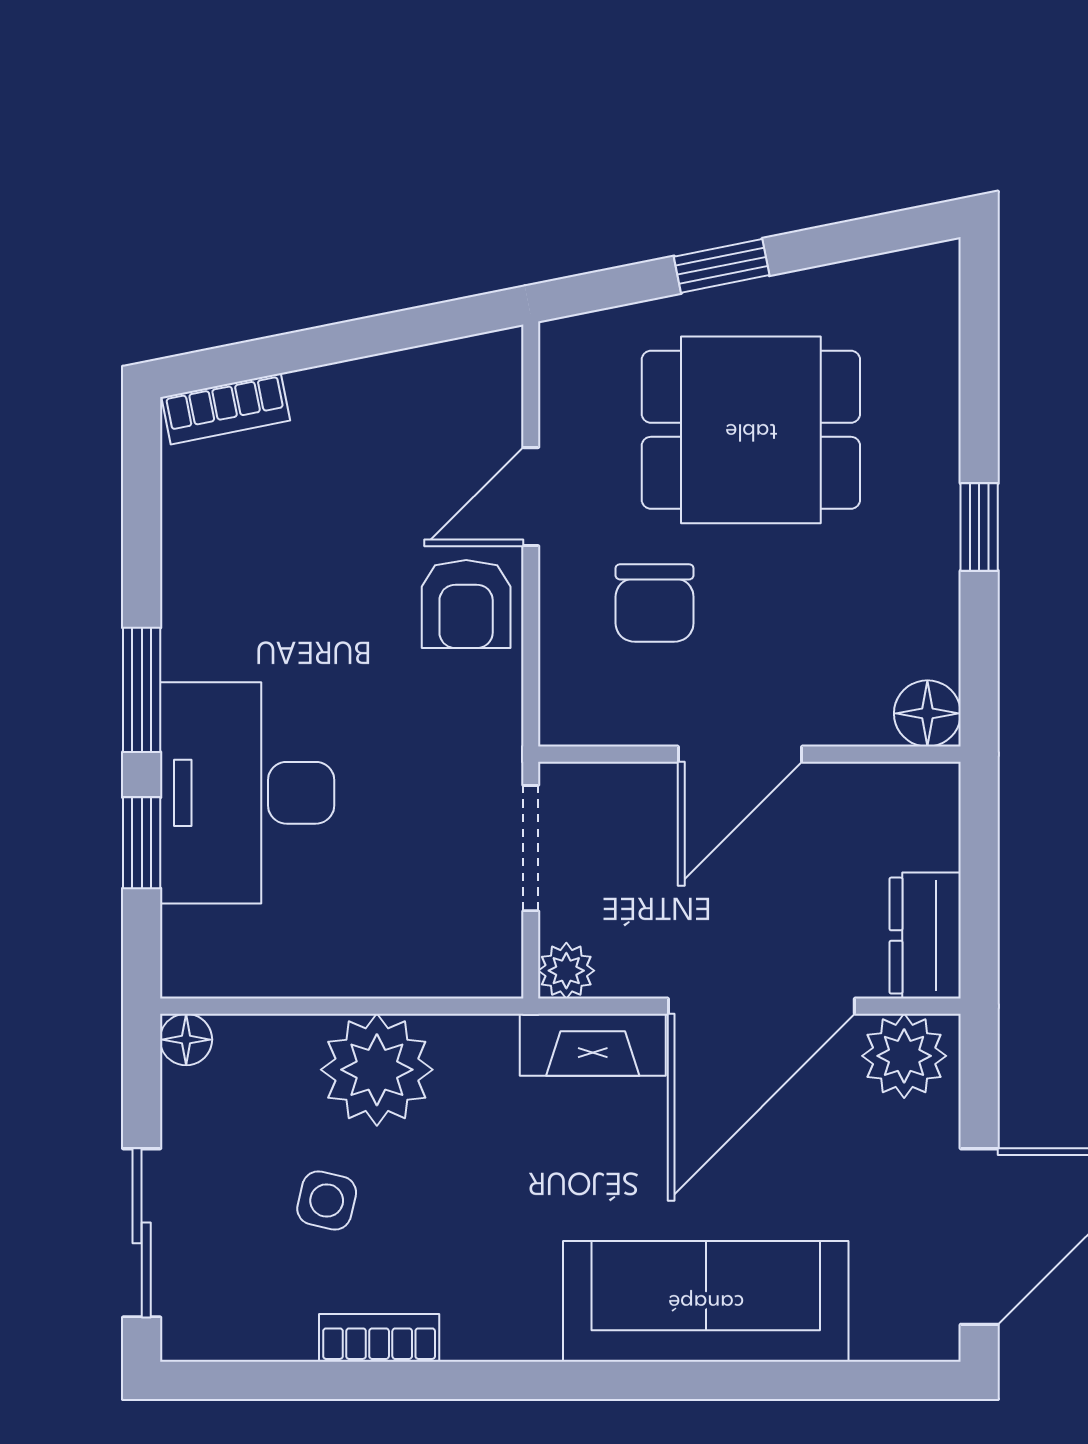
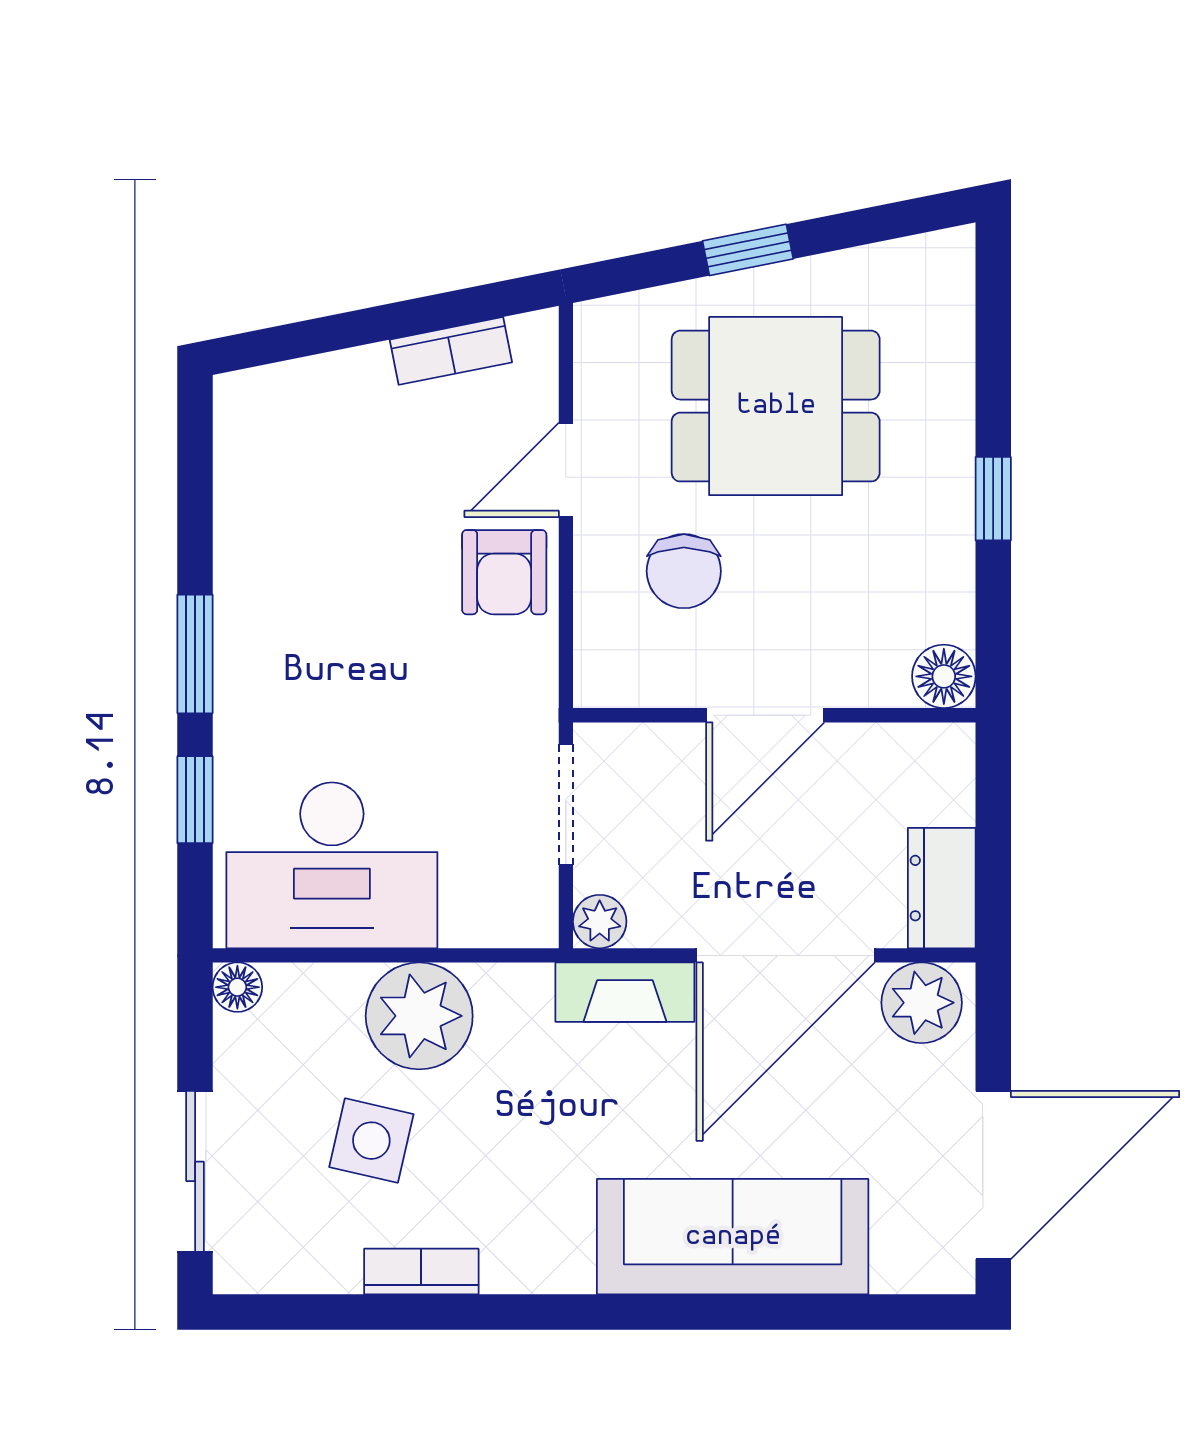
bookcase: (226, 409) -> (451, 351), moved
desk: (247, 793) -> (332, 865), moved, turned -90
side table: (327, 1201) -> (371, 1141), width x1.37, depth x1.37

